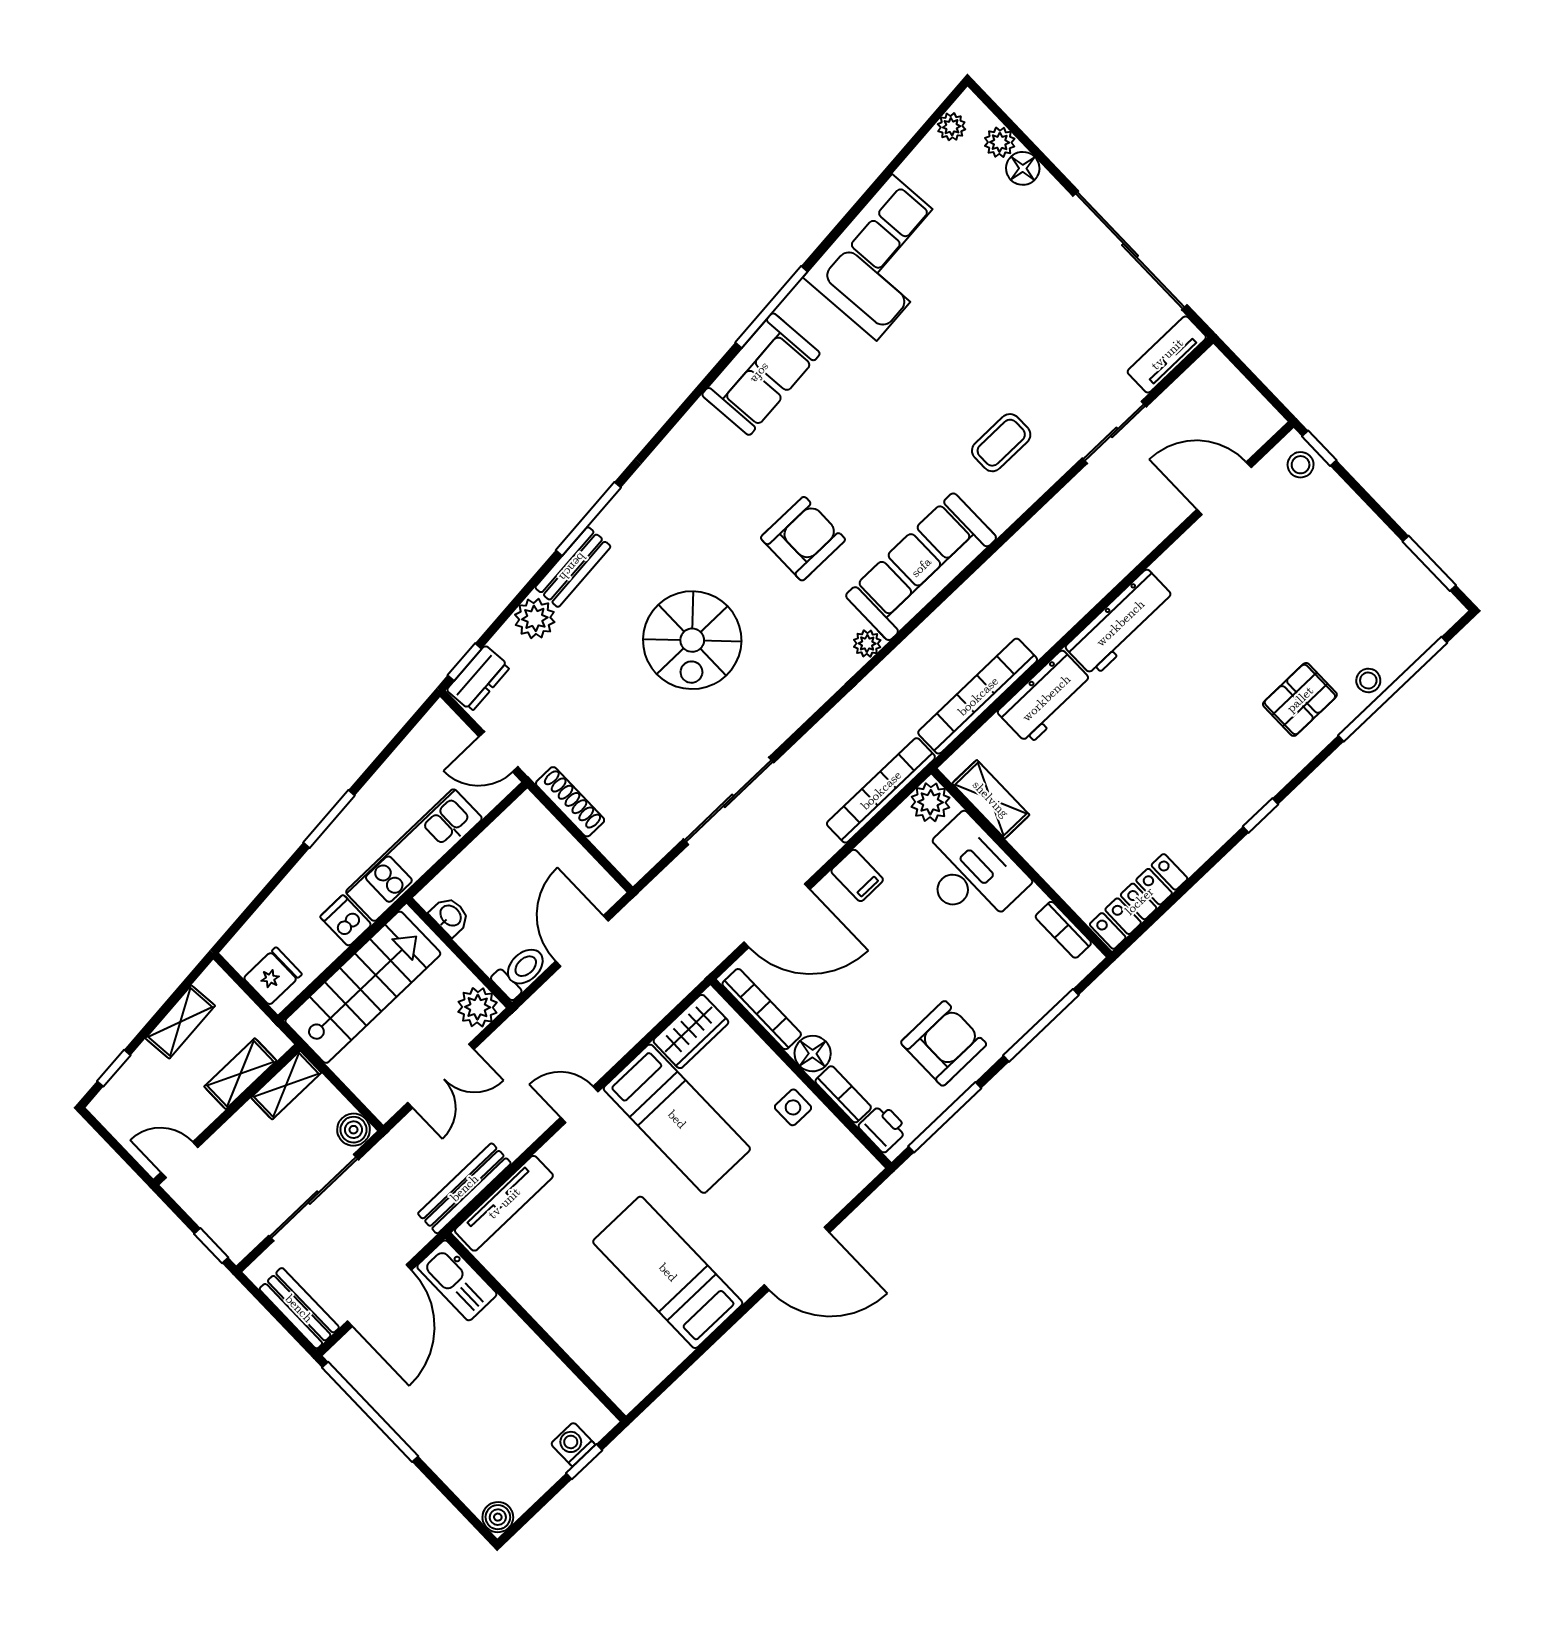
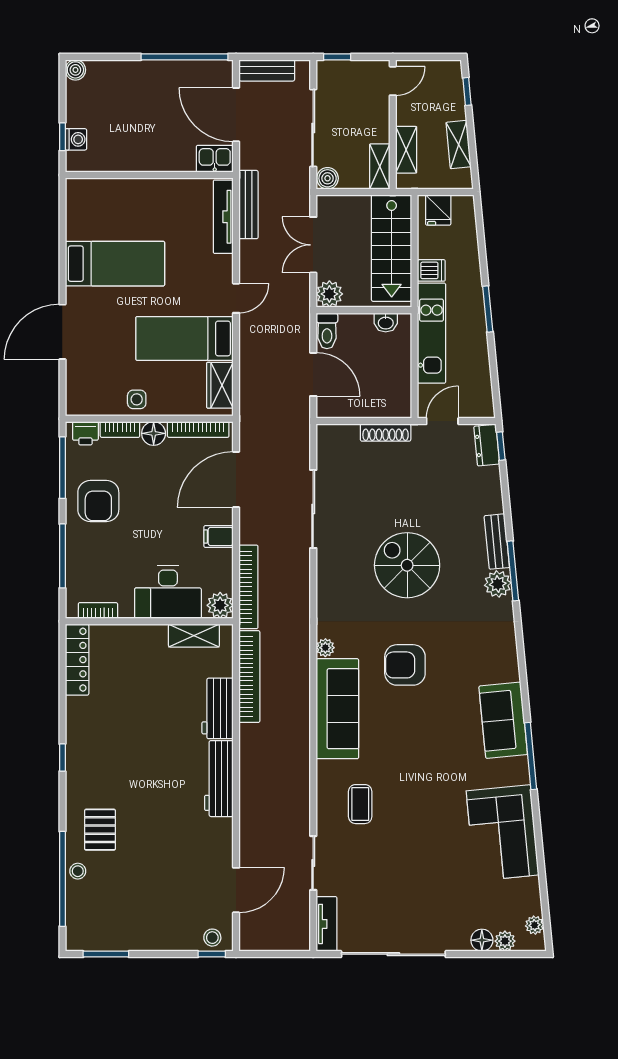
armchair: (803, 539) -> (405, 665), turned 90
plant: (535, 618) -> (498, 584), moved
kitchen sink: (457, 1280) -> (215, 159), width x0.73

